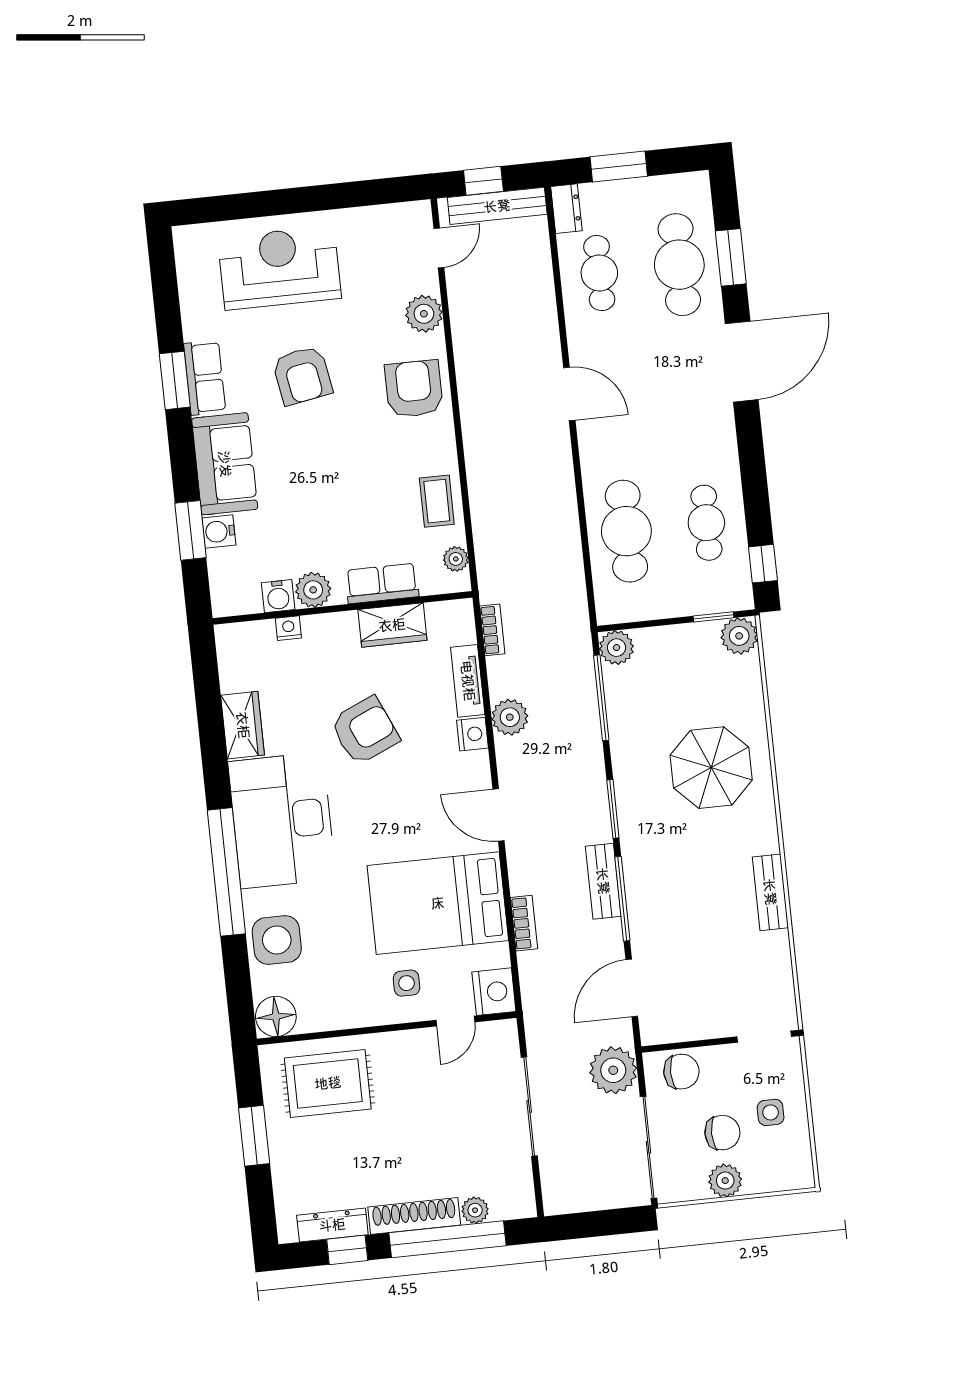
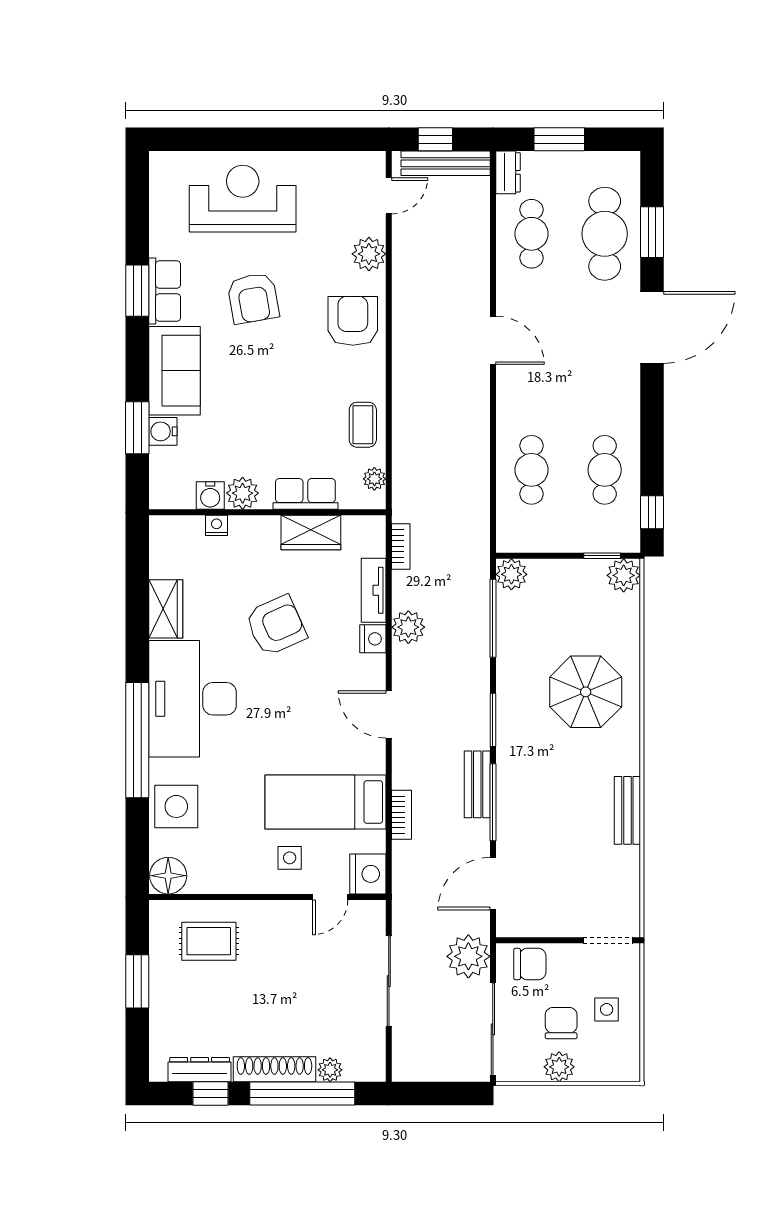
cafe table: (626, 531) -> (531, 470), width x0.73, depth x0.74
bed: (438, 903) -> (326, 802), width x0.67
rug: (328, 1083) -> (209, 941), width x0.73, depth x0.70
chair: (722, 1133) -> (561, 1023), turned -90

